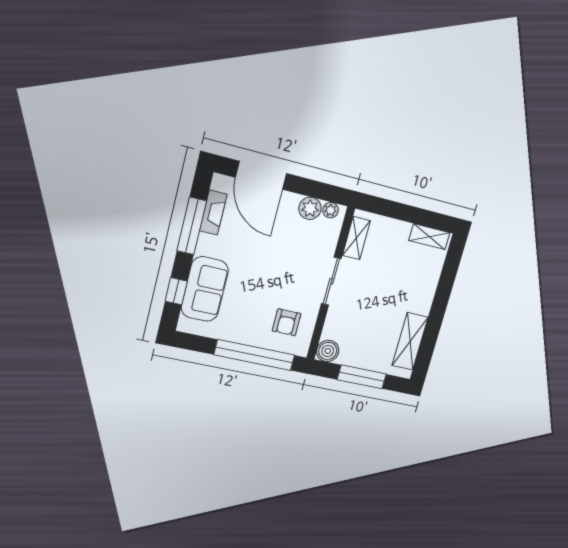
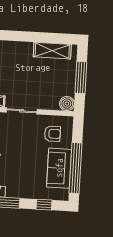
sofa: (205, 289) -> (59, 168), moved, turned -90
window: (254, 355) -> (76, 168), moved

